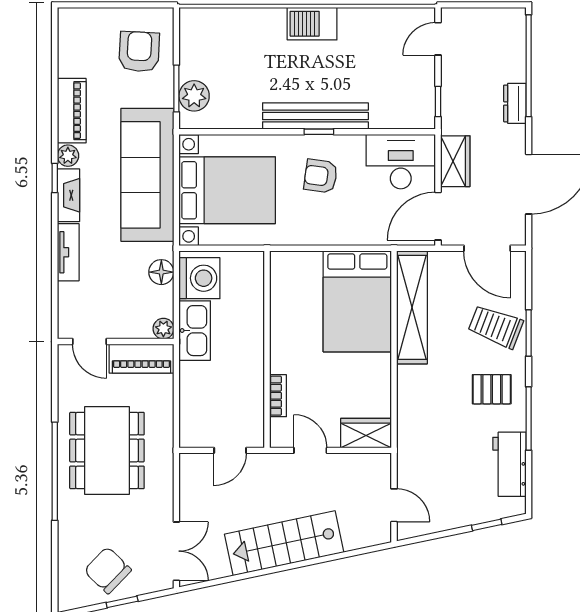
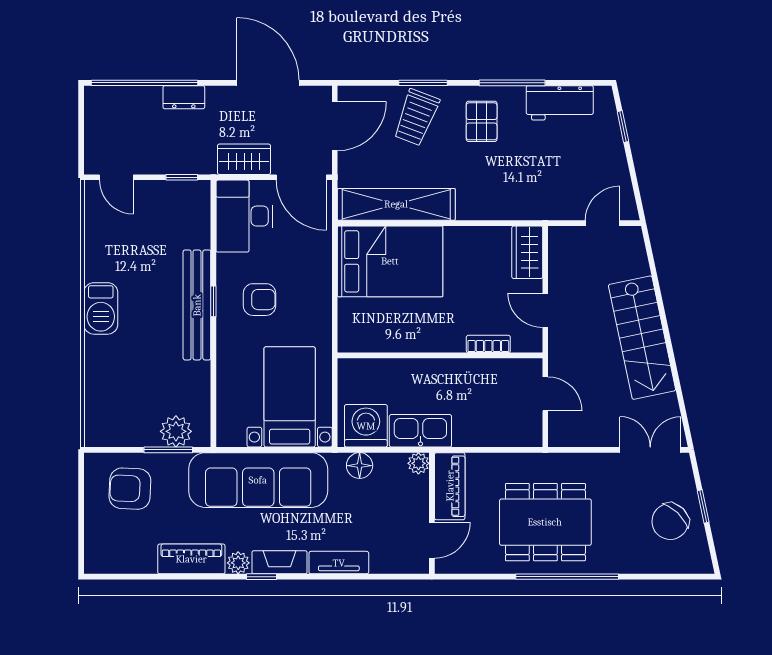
armchair: (321, 176) -> (260, 300), turned -98
bed with nightstands: (227, 190) -> (290, 397), width x0.73
door: (310, 450) -> (545, 310), hinge flipped

